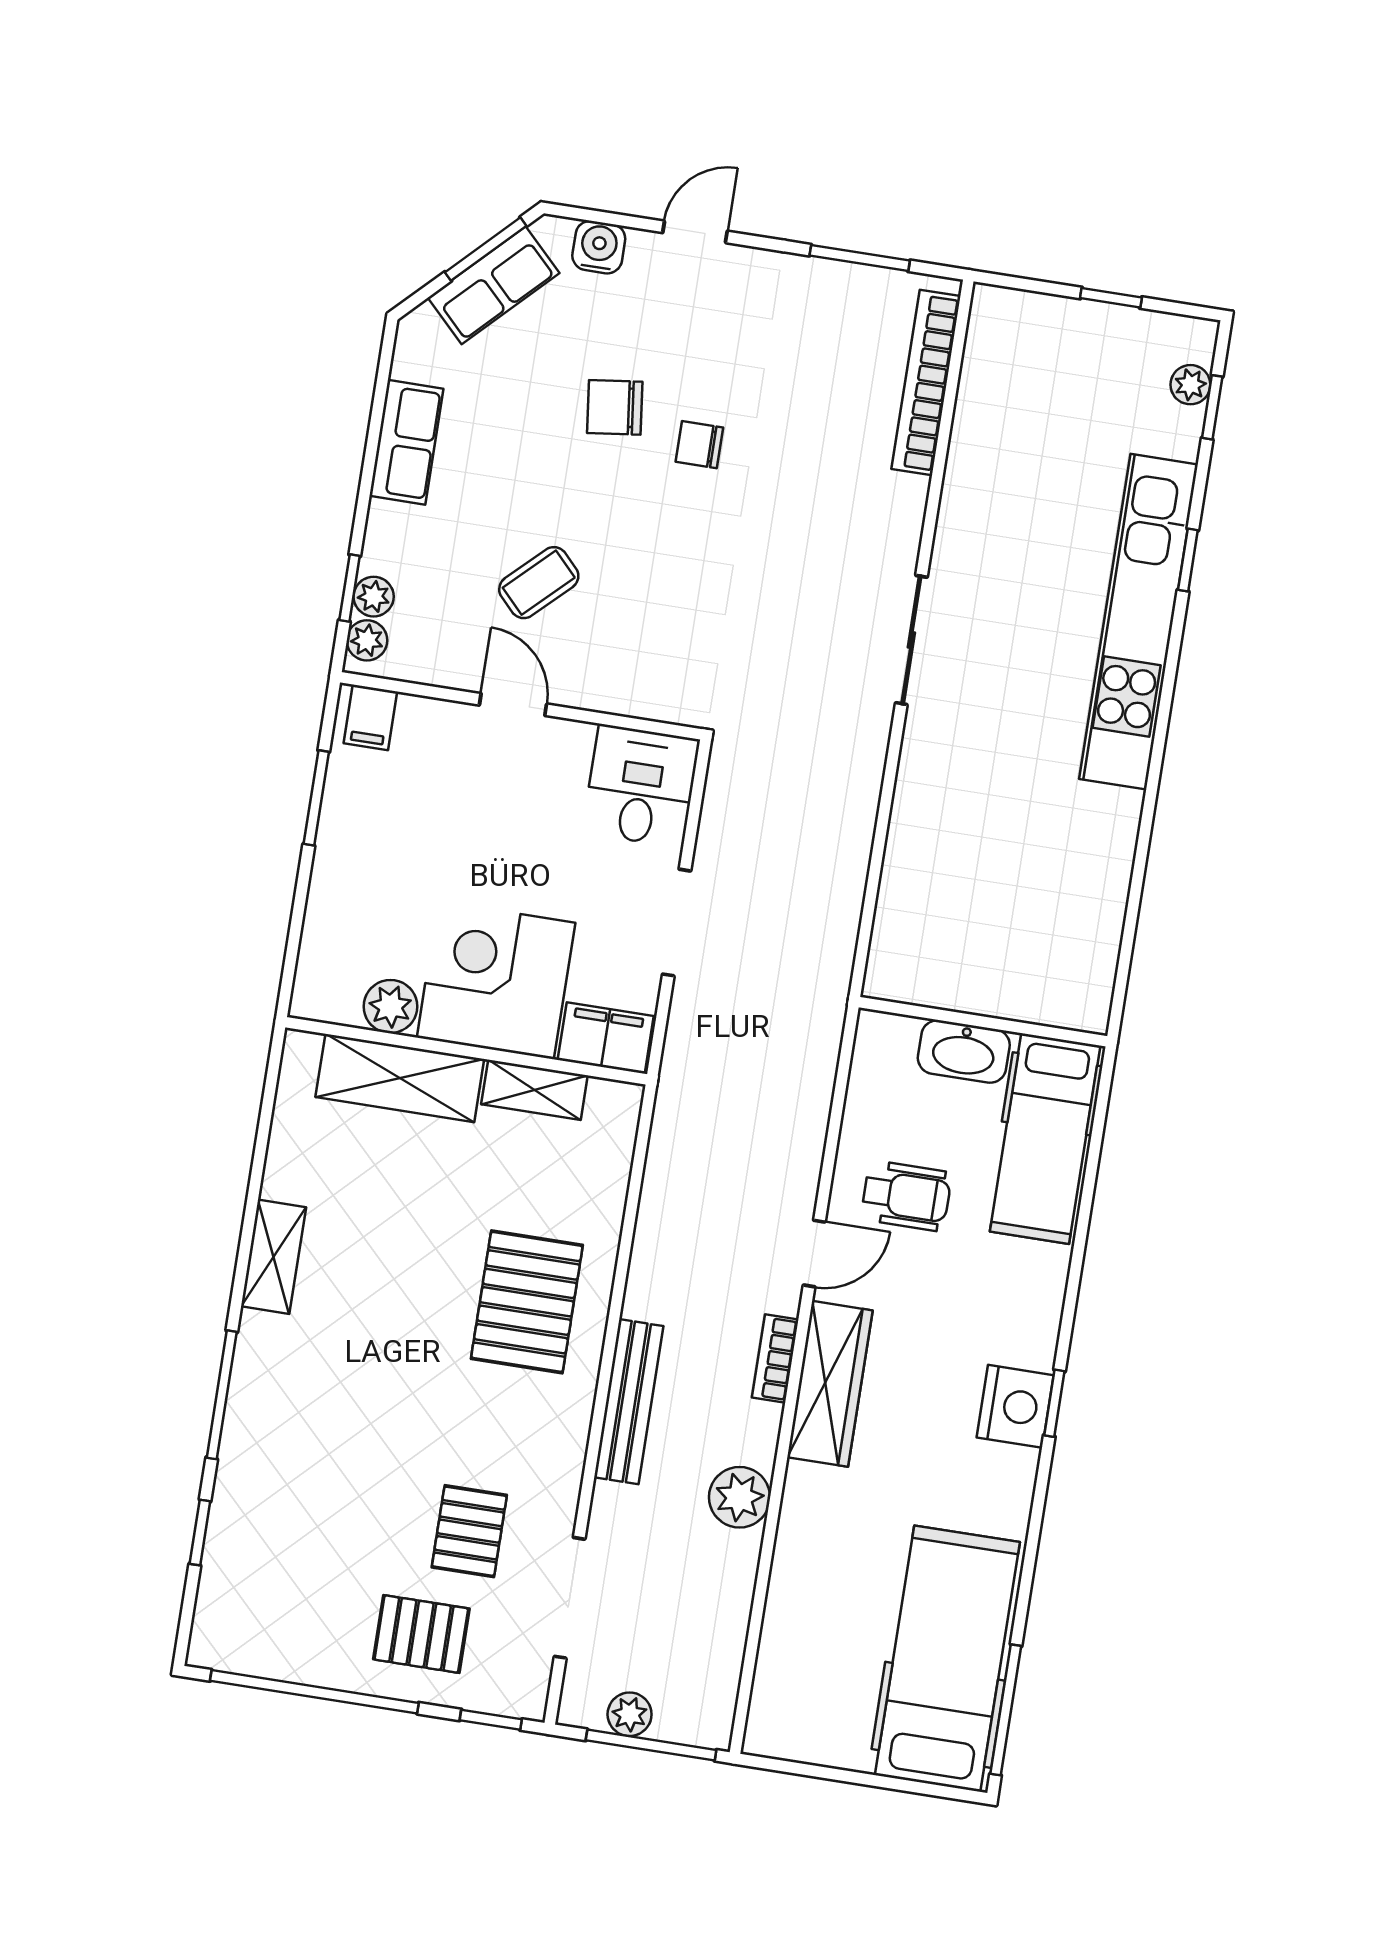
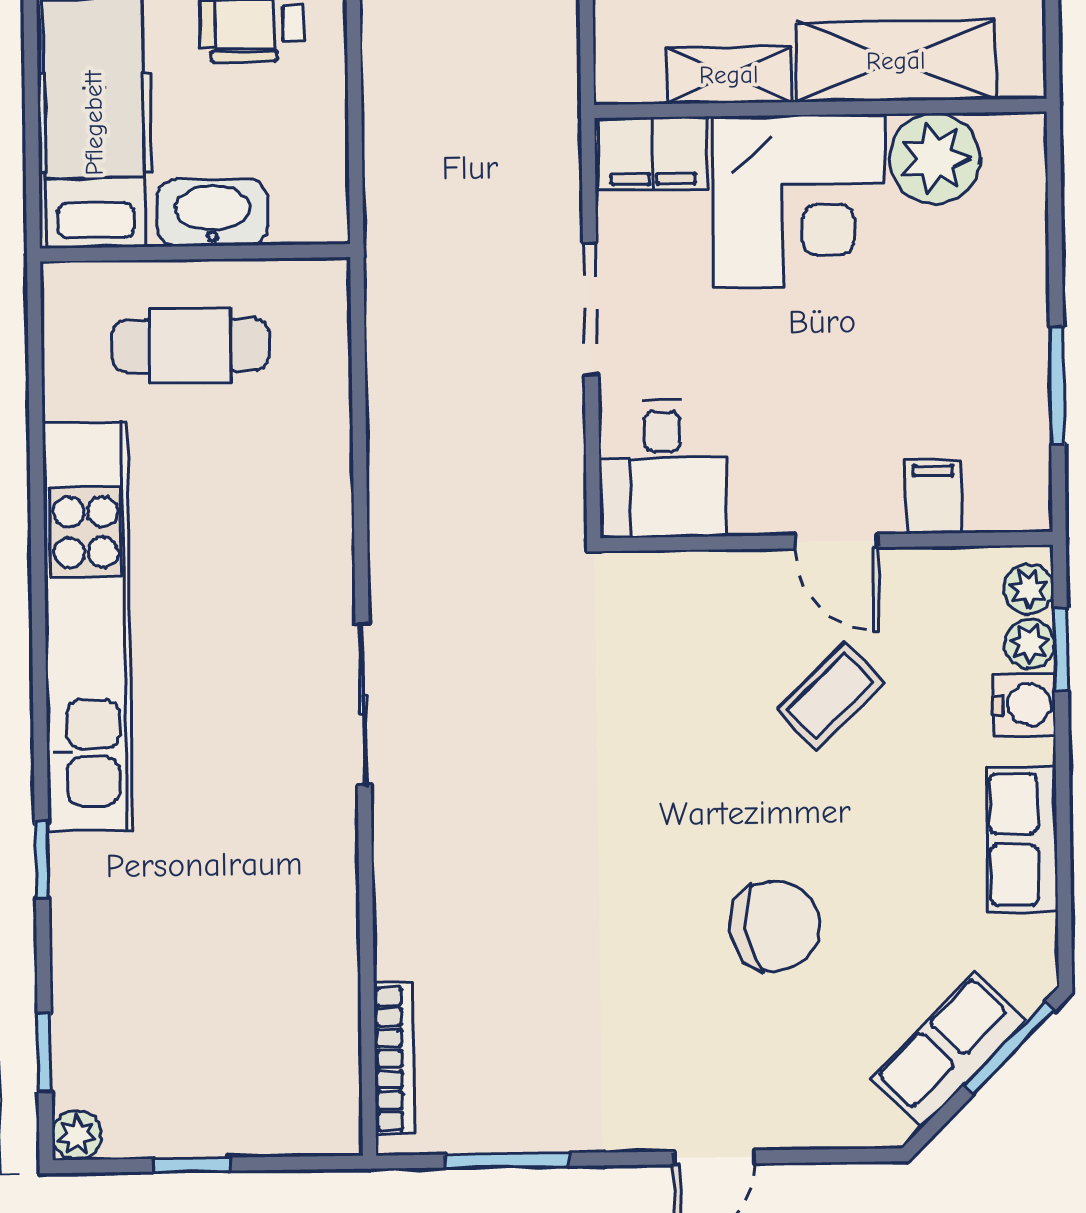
water cooler: (599, 247) -> (1024, 705), moved, turned -90
window: (486, 249) -> (1010, 1048), moved
bookcase: (926, 382) -> (394, 1059), width x0.68, depth x0.76
plant: (1190, 385) -> (77, 1135), moved
chair: (615, 407) -> (775, 926), width x1.37, depth x1.37
chair: (699, 445) -> (663, 898), removed
kitchen unit: (1138, 622) -> (87, 626), moved
filing cabinet: (370, 717) -> (933, 496), moved
cafe table: (999, 949) -> (190, 345), added
plant: (390, 1006) -> (935, 158), width x1.36, depth x1.36

